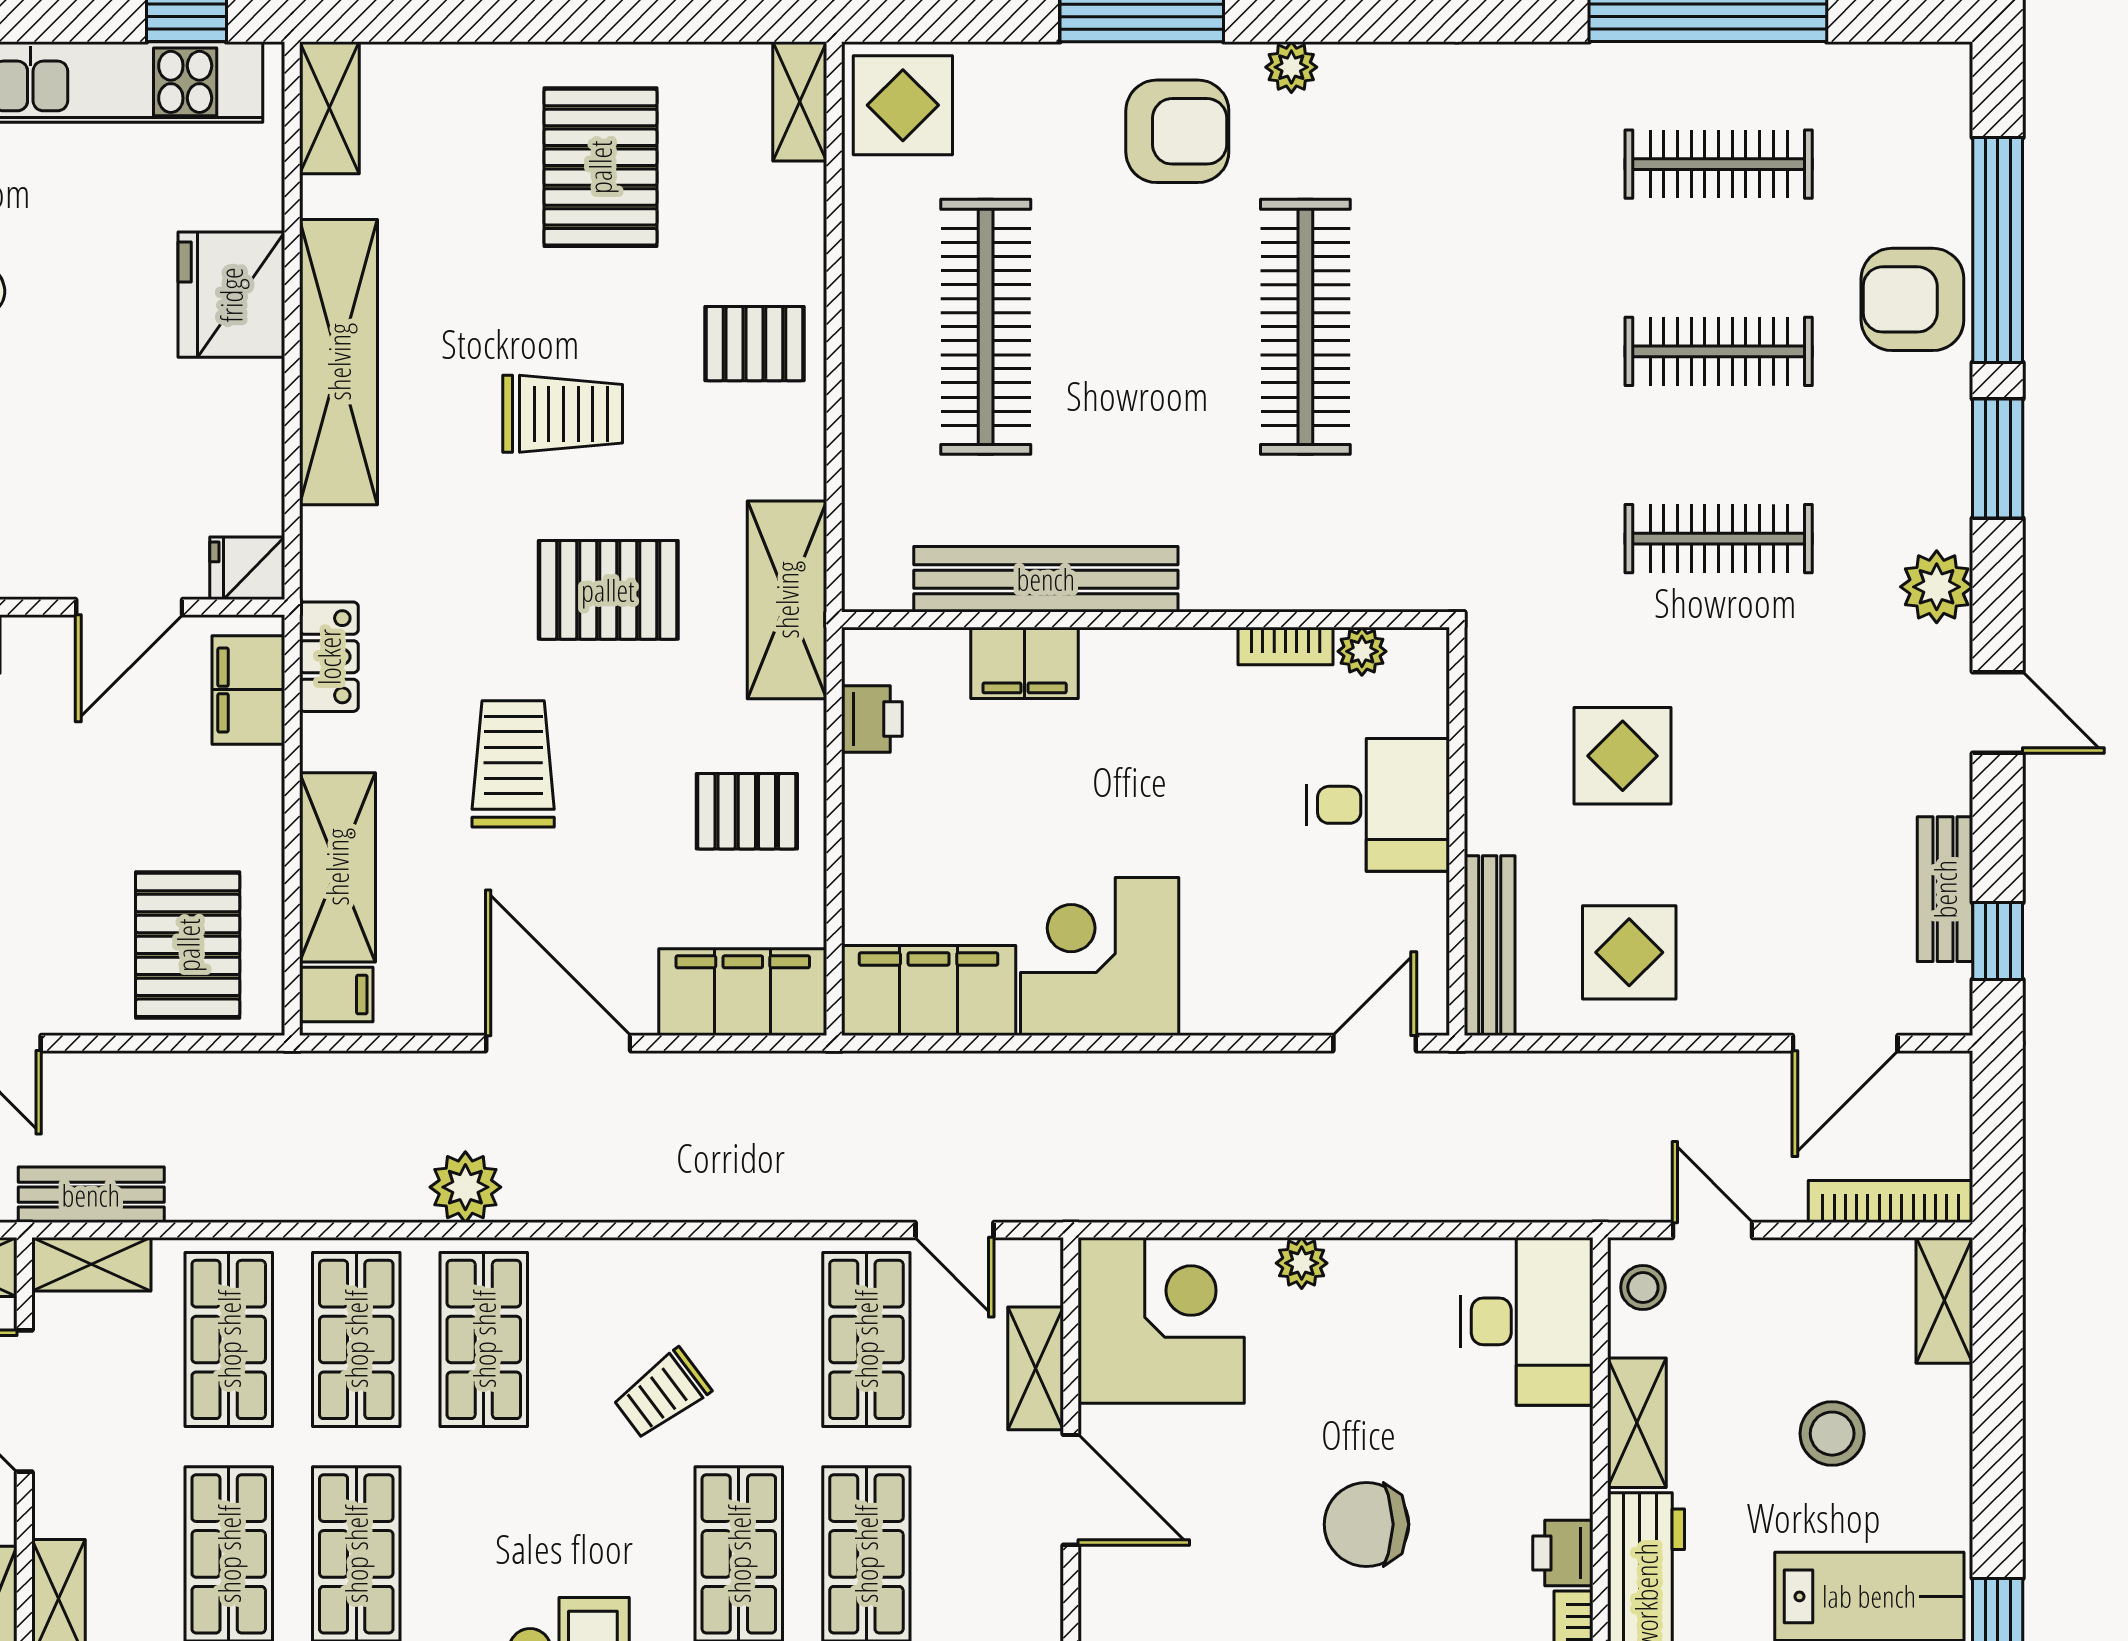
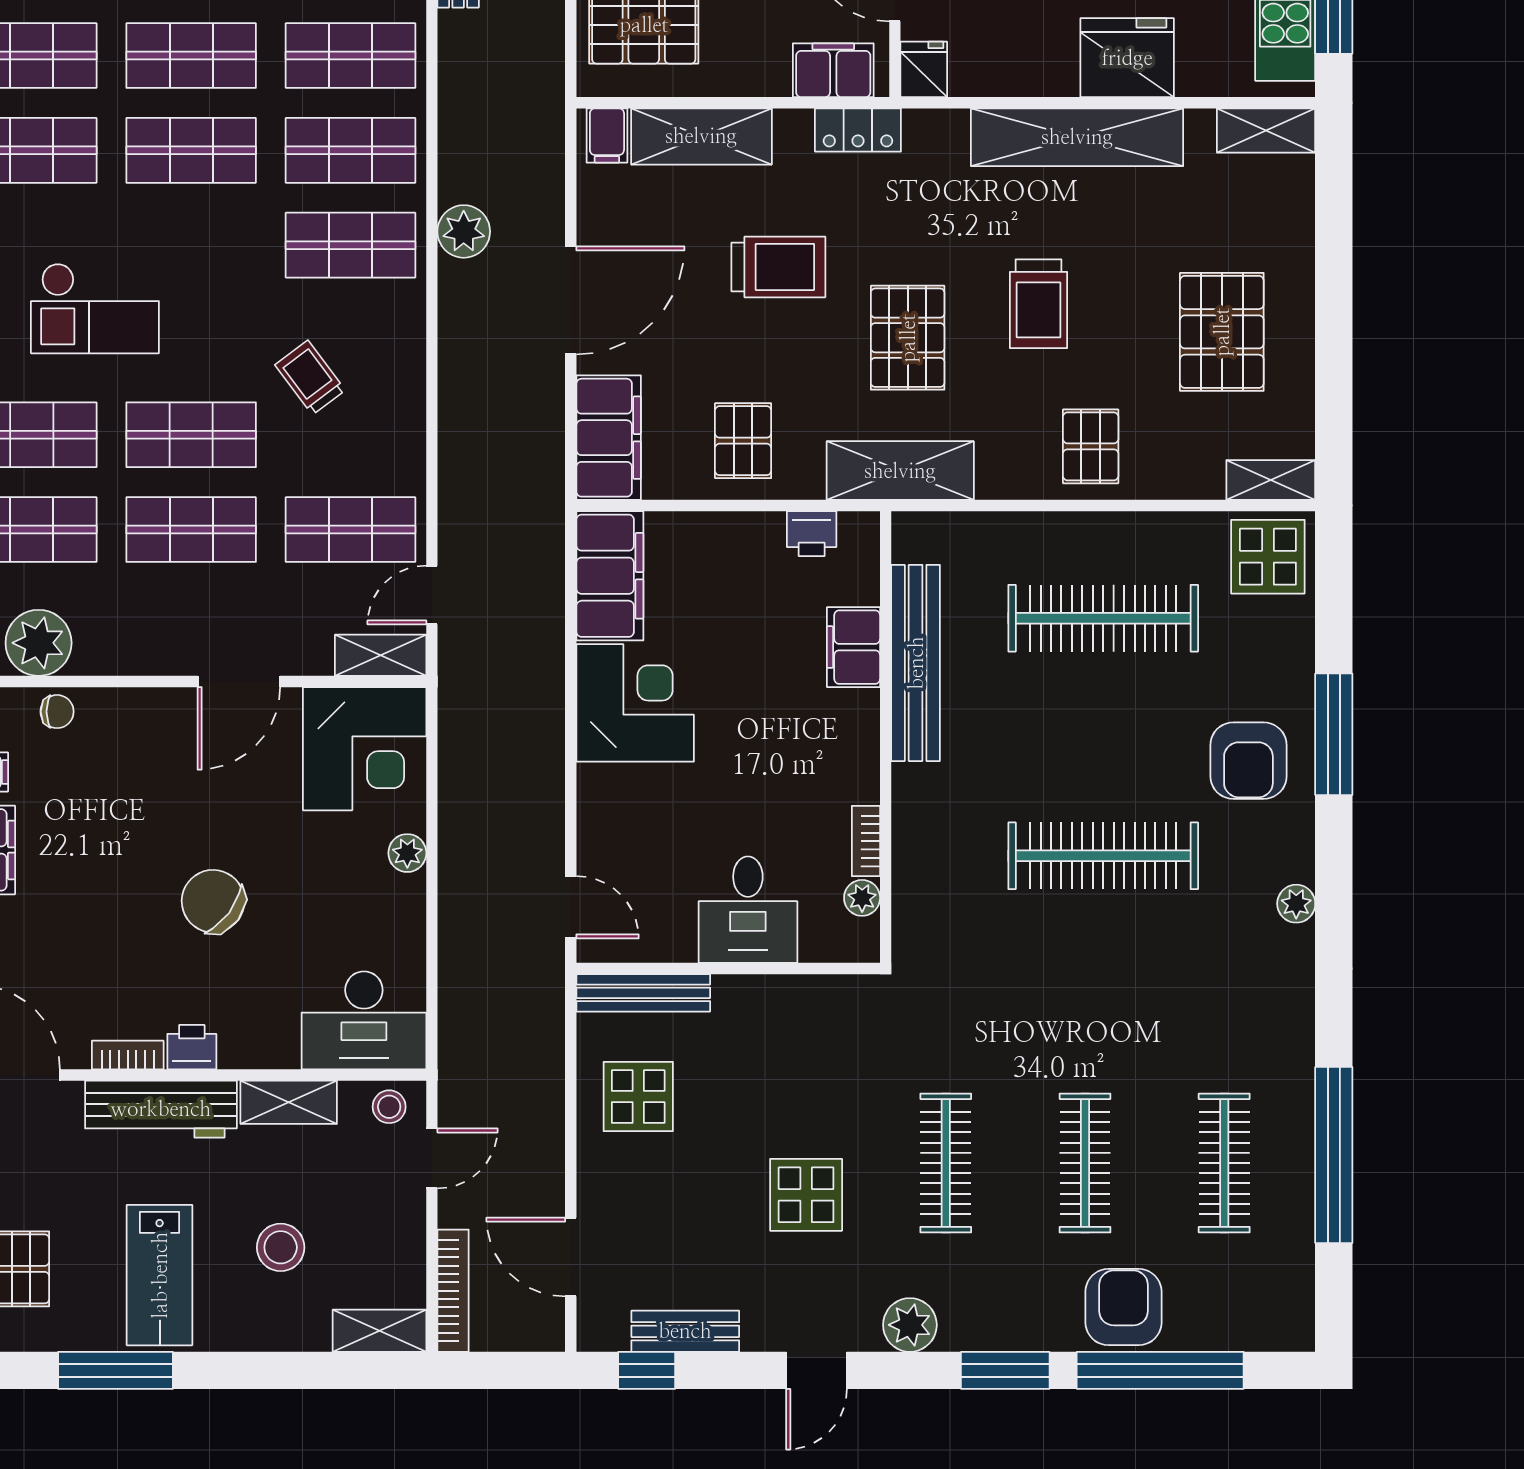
plant: (1291, 67) -> (1296, 904), moved
pallet: (600, 167) -> (1222, 332), turned 90
display table: (1623, 756) -> (806, 1195), moved
shelving: (1036, 1368) -> (381, 655), moved
chair: (1366, 1524) -> (213, 901), turned -53

